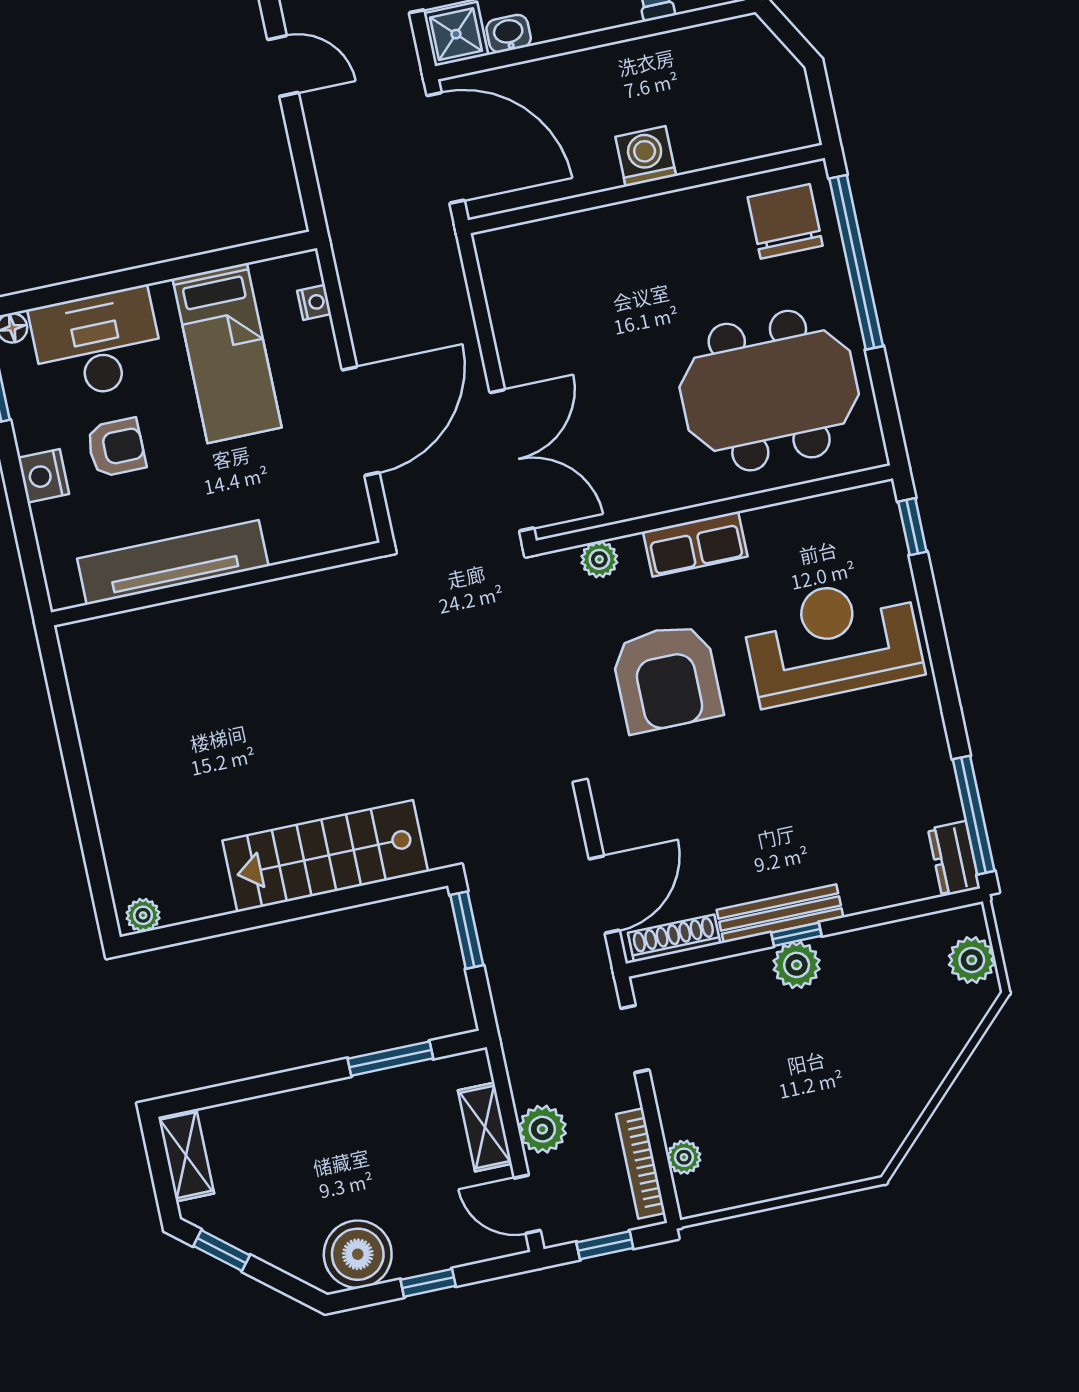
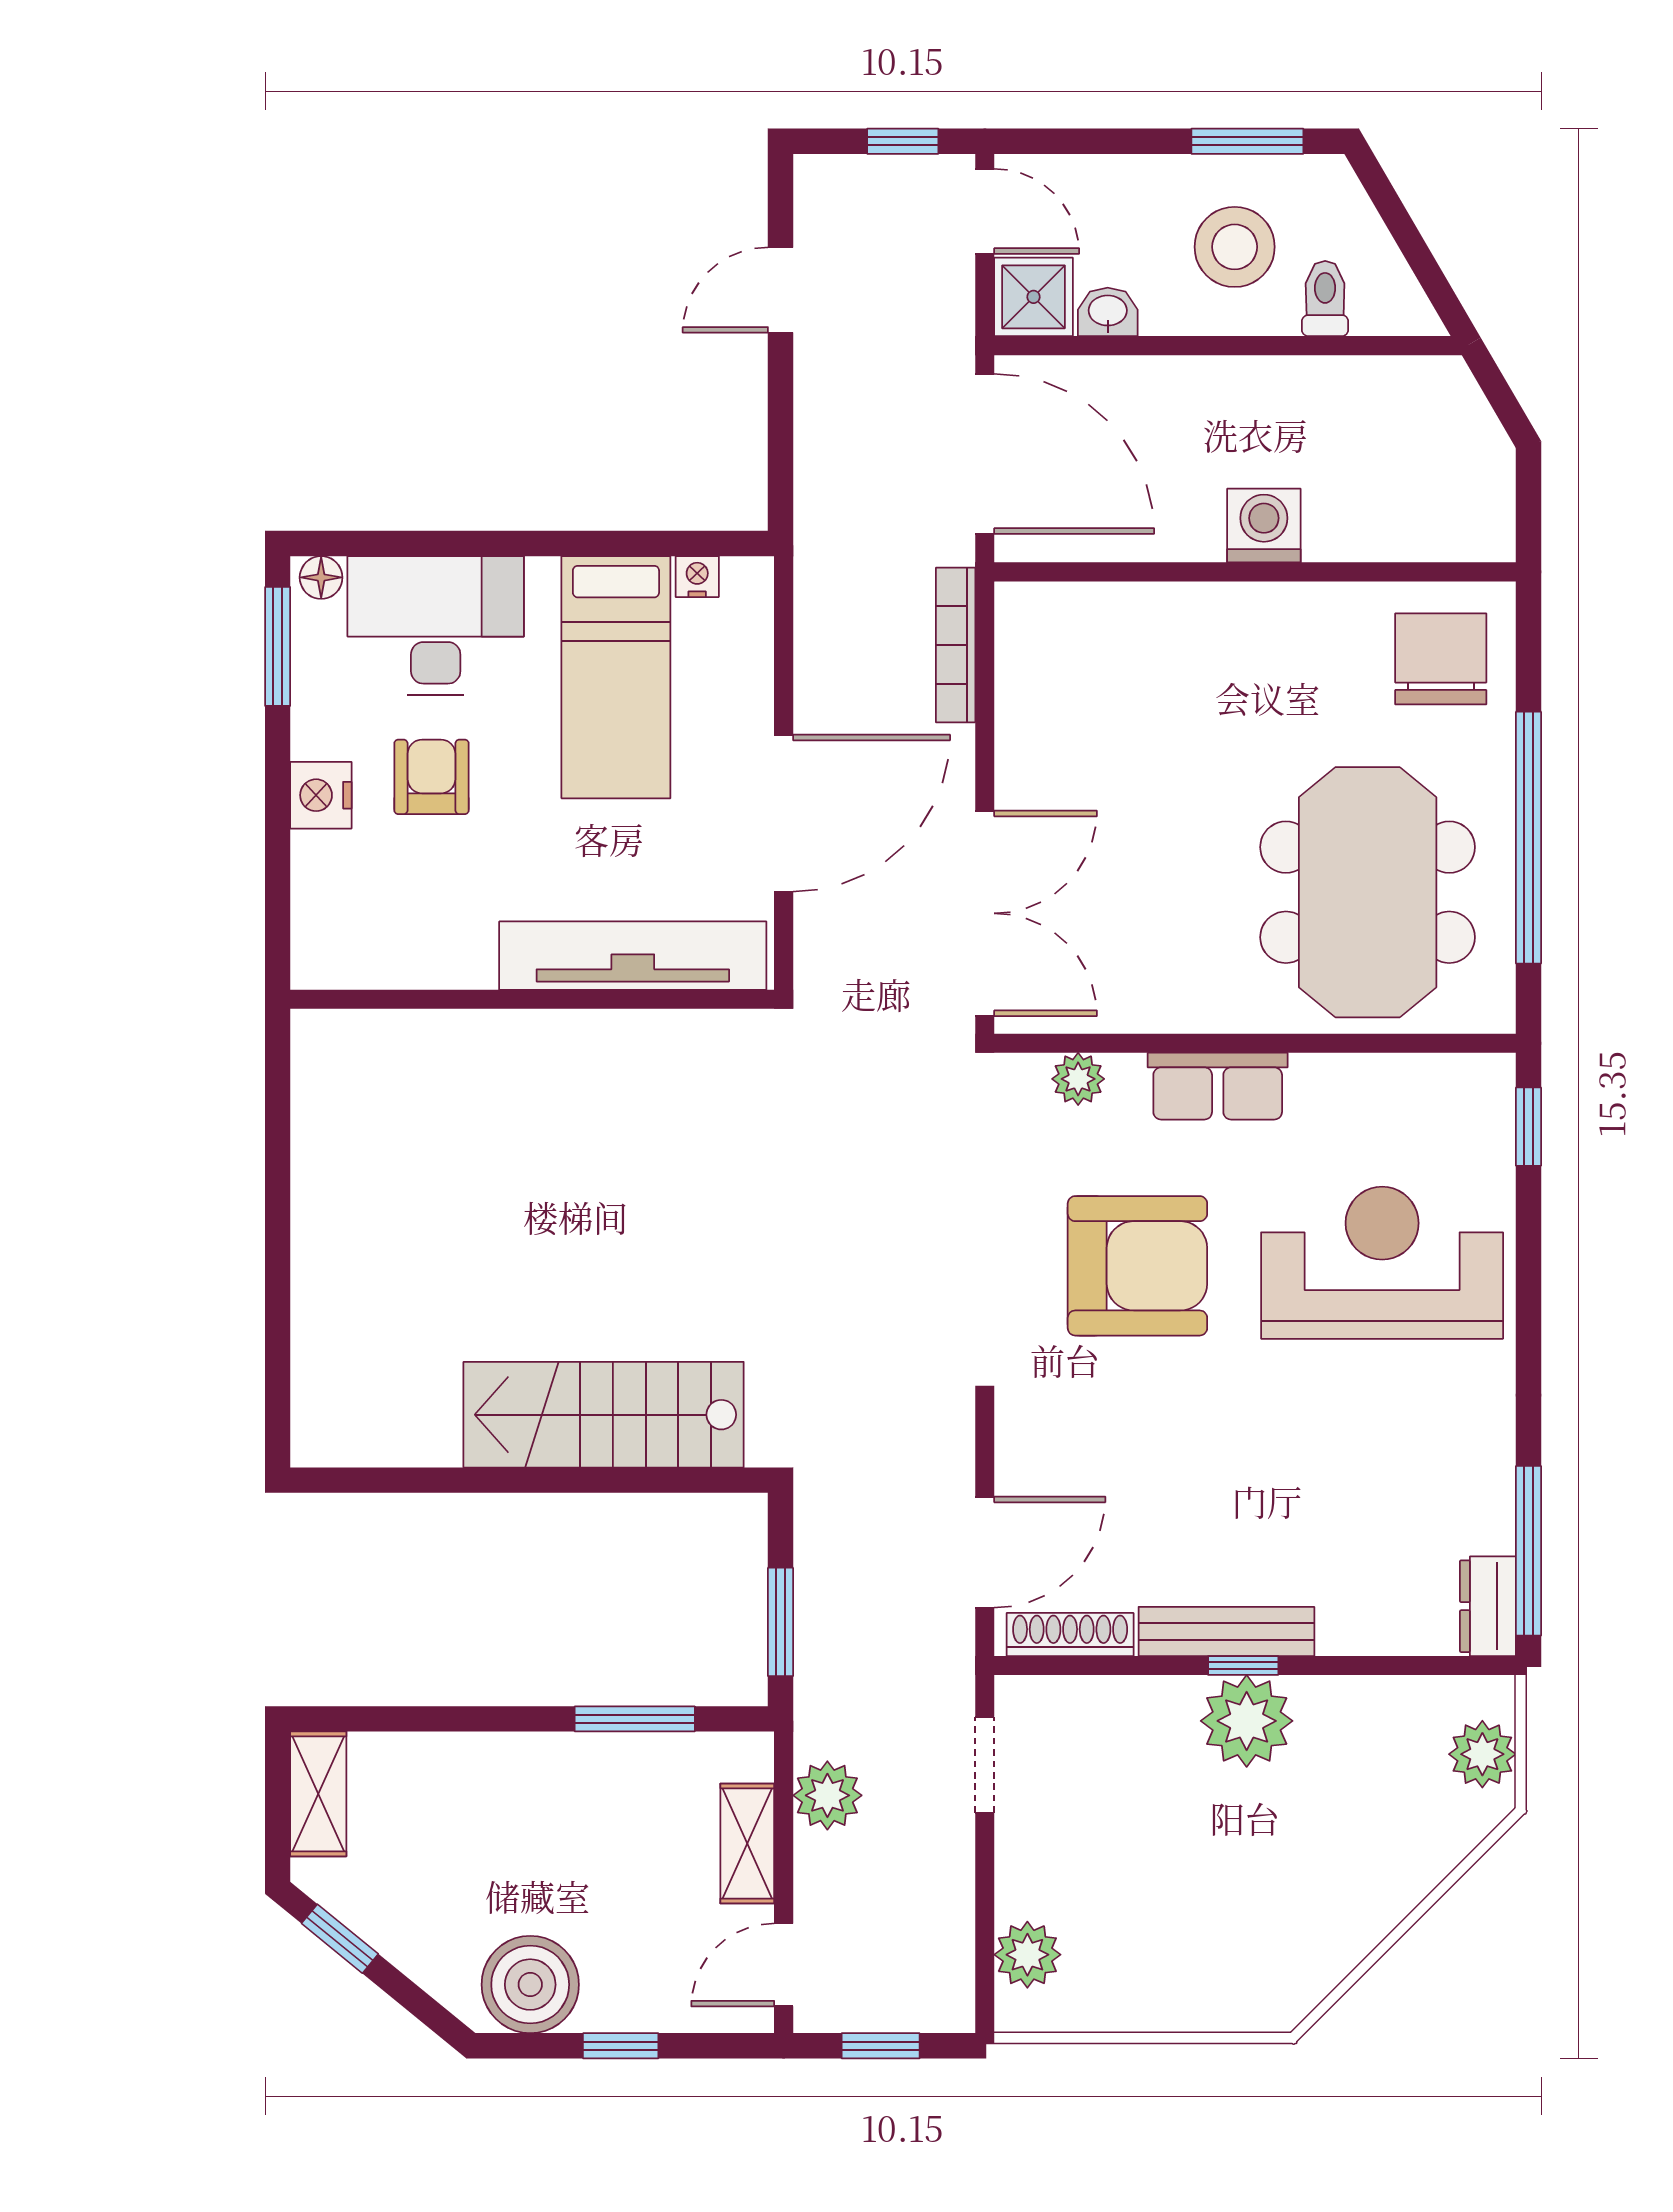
door: (283, 66) -> (781, 290), swing flipped
window: (856, 262) -> (1528, 838), moved
nightstand: (314, 302) -> (697, 577), moved, turned -90
meeting table: (769, 391) -> (1368, 892), turned 90
armchair: (116, 447) -> (431, 777), turned -90
tv unit: (173, 562) -> (633, 956), moved
armchair: (667, 678) -> (1137, 1266), turned -90
plant: (143, 915) -> (329, 1443), removed
window: (467, 930) -> (781, 1622), moved
plant: (797, 965) -> (1247, 1721), width x1.36, depth x1.36
plant: (542, 1129) -> (827, 1795), moved
plant: (684, 1157) -> (1027, 1955), width x1.38, depth x1.38
bookcase: (641, 1164) -> (956, 645), moved
door: (527, 1204) -> (784, 1965), hinge flipped

